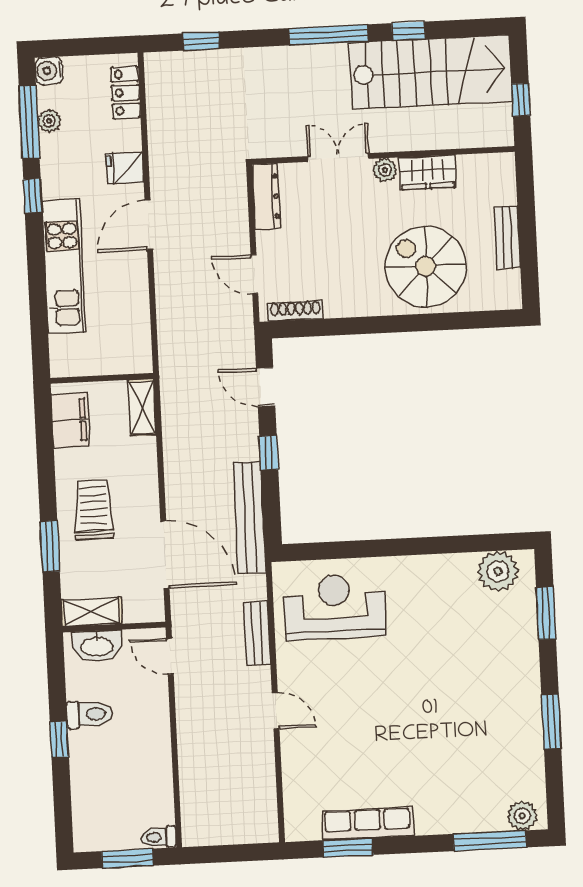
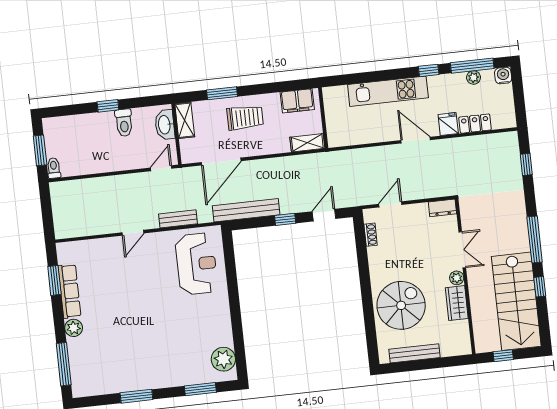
locker: (126, 92) -> (475, 124), moved
dresser: (266, 197) -> (442, 208), width x0.70
bench: (507, 237) -> (414, 353), width x1.36
shoe rack: (295, 311) -> (371, 235), width x0.70
plant: (522, 816) -> (74, 328), moved

